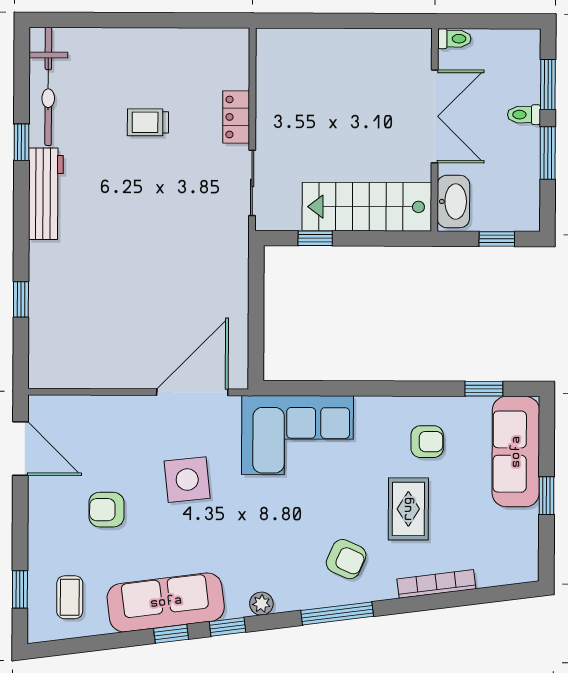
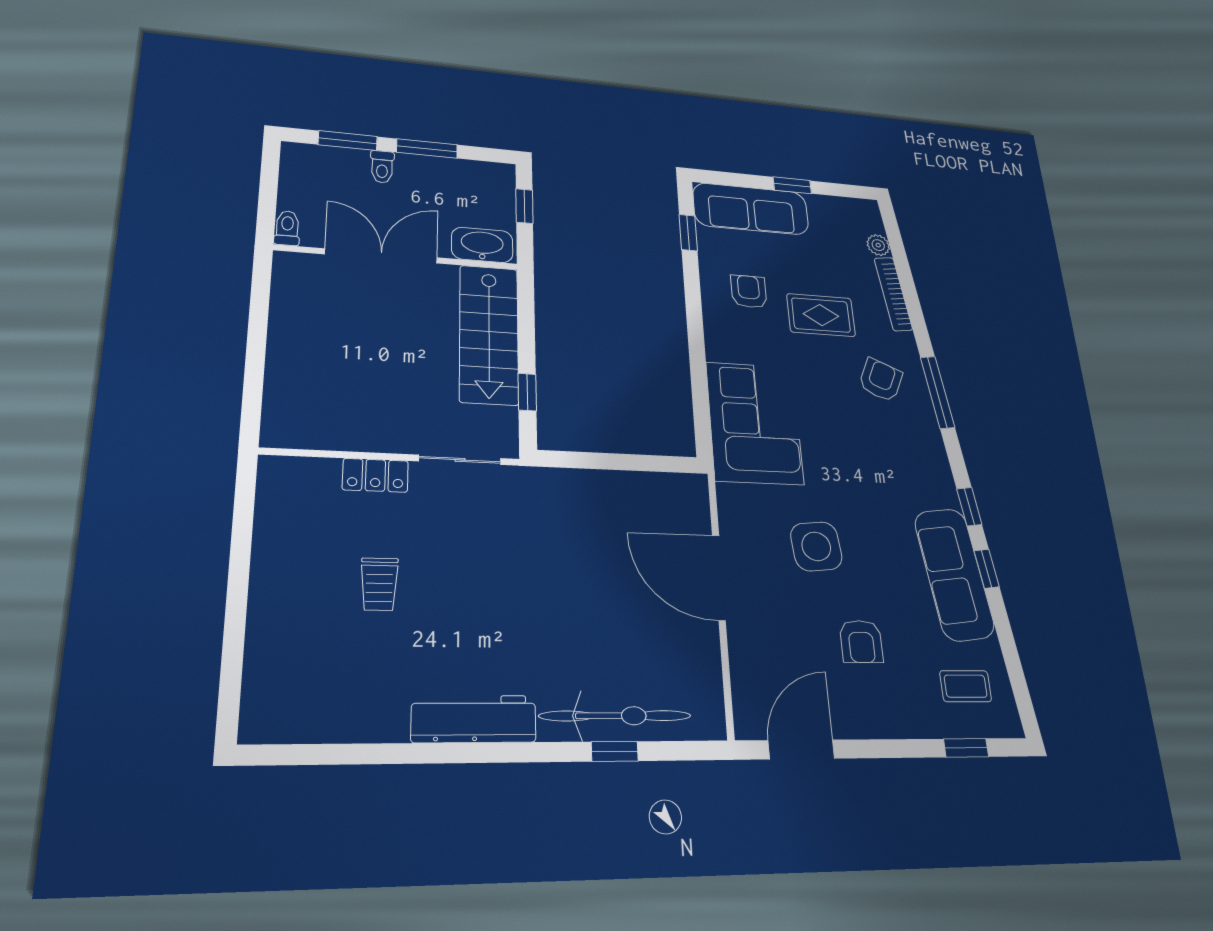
bicycle: (48, 86) -> (616, 716), moved
window: (21, 142) -> (402, 753), removed
door: (192, 392) -> (719, 578), moved
plant: (261, 604) -> (878, 245), moved

